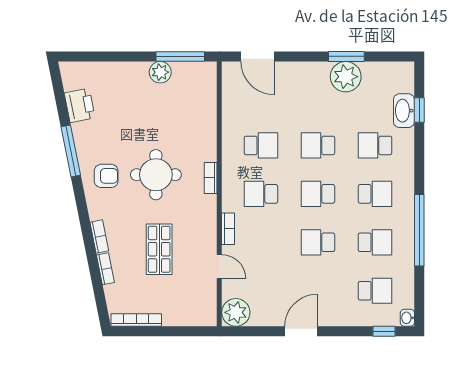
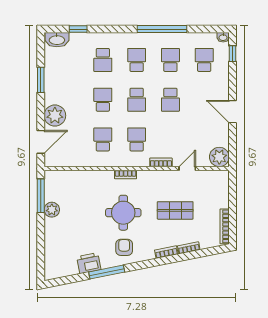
plant: (346, 77) -> (55, 116), moved
printer: (80, 105) -> (89, 263), moved
washbasin: (404, 111) -> (57, 40), moved
school desk: (318, 145) -> (103, 100), turned 180
school desk: (261, 194) -> (137, 139), turned 180

